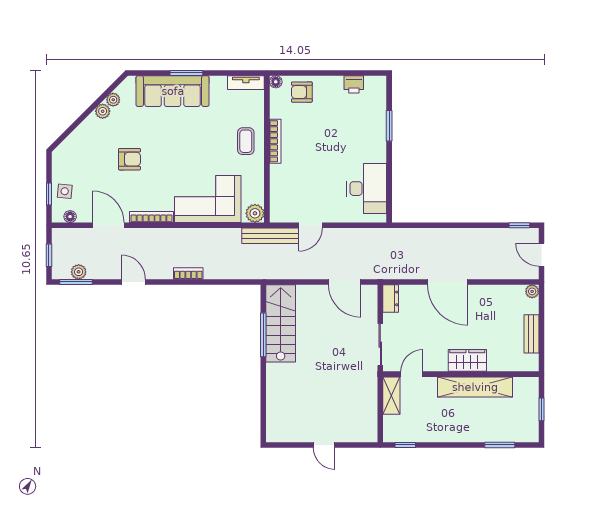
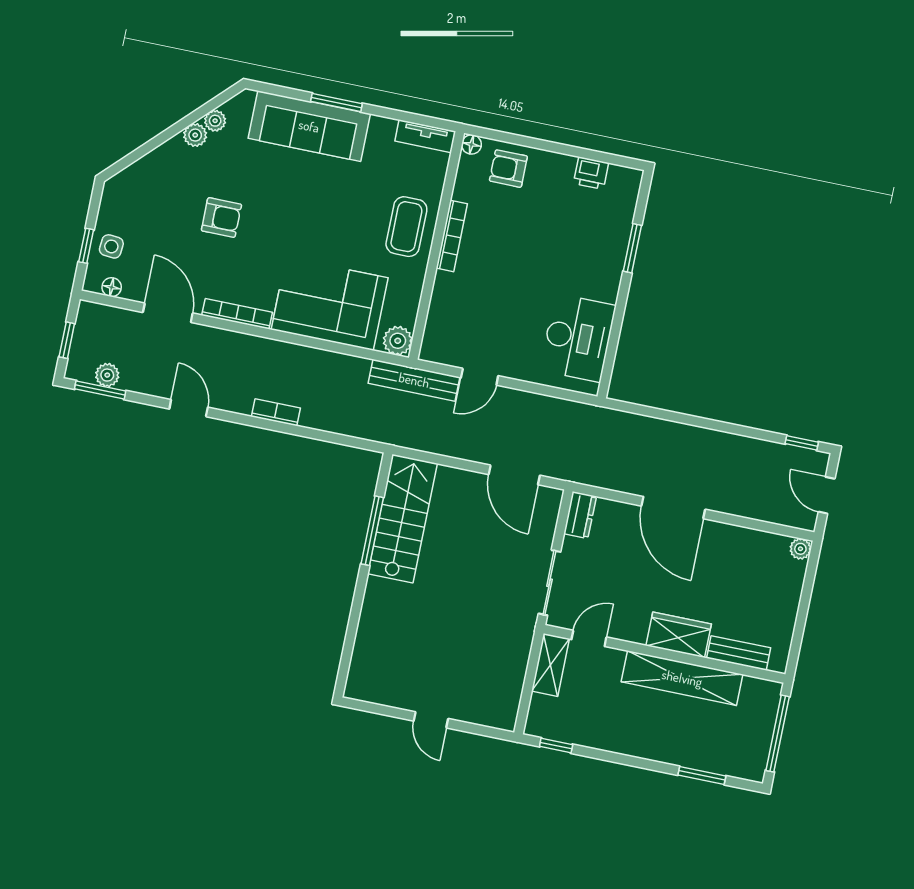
coffee table: (246, 141) -> (406, 227), width x1.36, depth x1.30
bench: (531, 334) -> (739, 653), moved, turned 90
window: (541, 409) -> (778, 734), width x2.17

